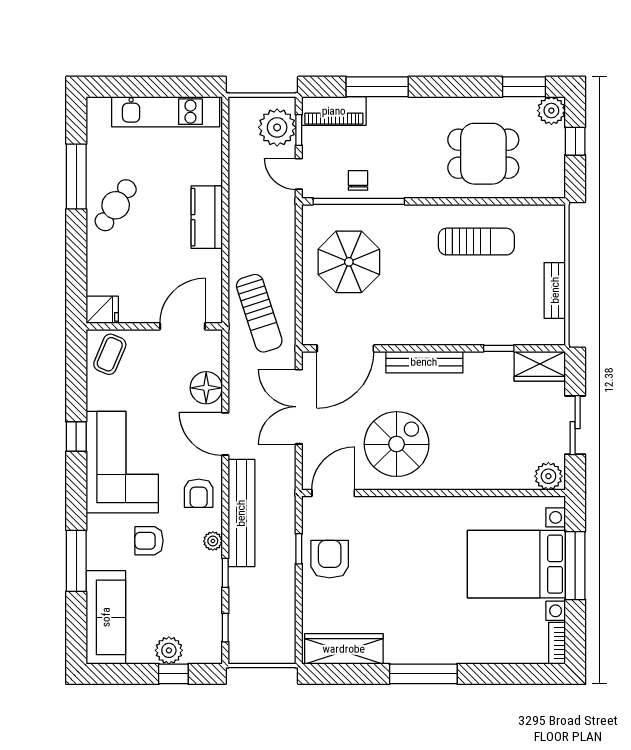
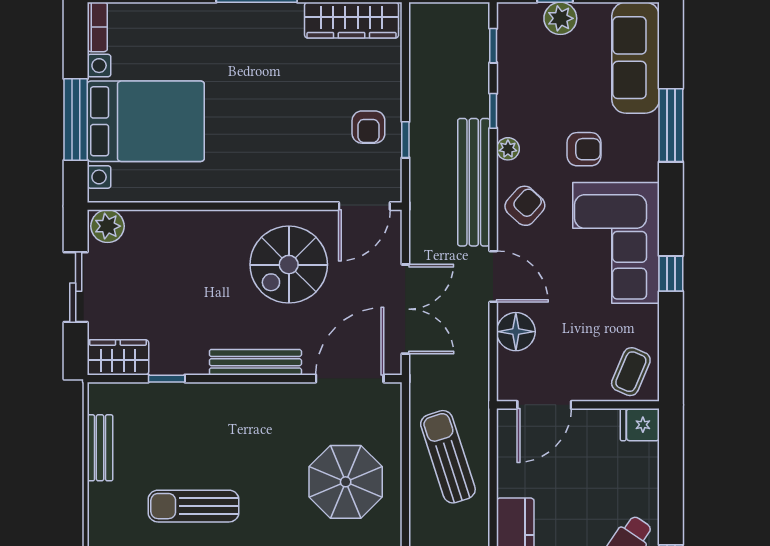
sun lounger: (259, 313) -> (448, 457), moved
armchair: (199, 493) -> (525, 206), turned 42
armchair: (330, 559) -> (368, 127), width x0.72, depth x0.72

